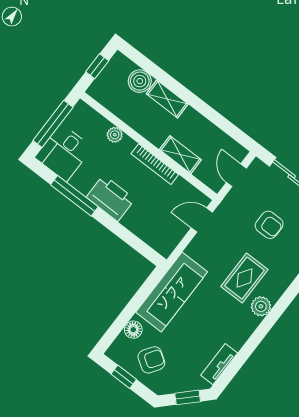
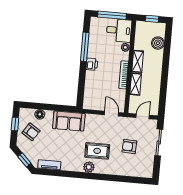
shelving: (167, 99) -> (138, 61), moved
desk: (64, 153) -> (119, 30), moved, turned 180
printer: (111, 198) -> (92, 64), width x0.53, depth x0.68
armchair: (269, 225) -> (129, 146), turned 93
sofa: (172, 292) -> (69, 121), width x0.73

